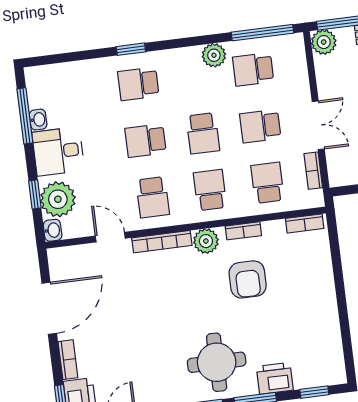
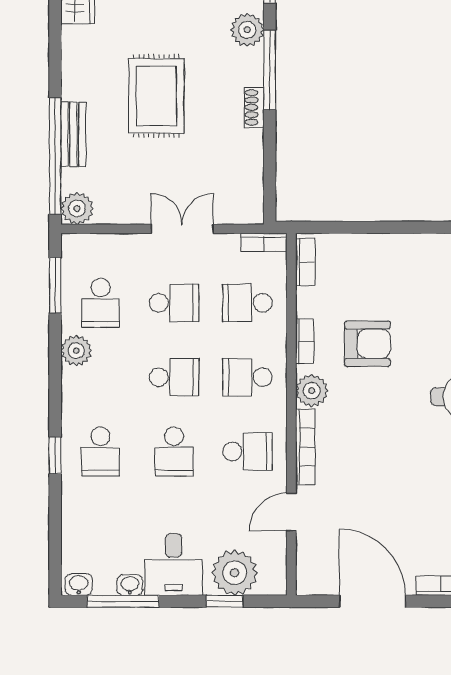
window: (262, 33) -> (55, 285), width x0.69
school desk: (260, 126) -> (174, 303), turned -90
bookcase: (313, 171) -> (264, 242), moved
washbasin: (53, 230) -> (79, 584), moved

